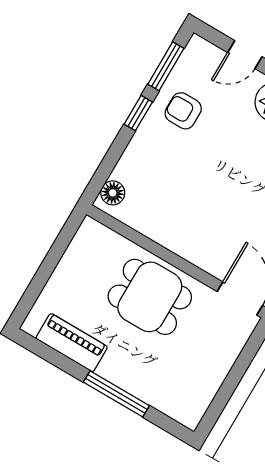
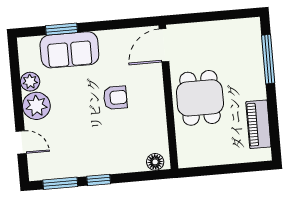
armchair: (183, 111) -> (115, 98), moved, turned -90
window: (116, 394) -> (268, 59), moved

